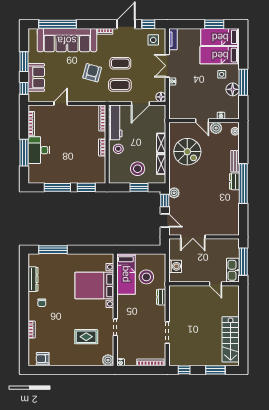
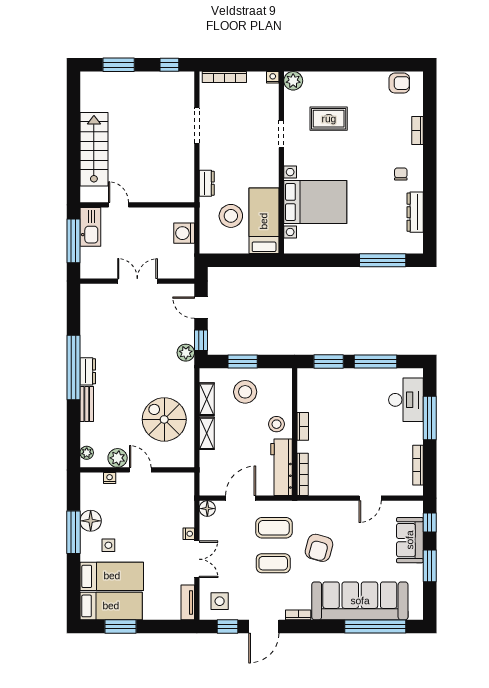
desk: (39, 150) -> (406, 400), moved
double door: (193, 237) -> (137, 281), moved
stairs: (231, 339) -> (94, 149), moved

